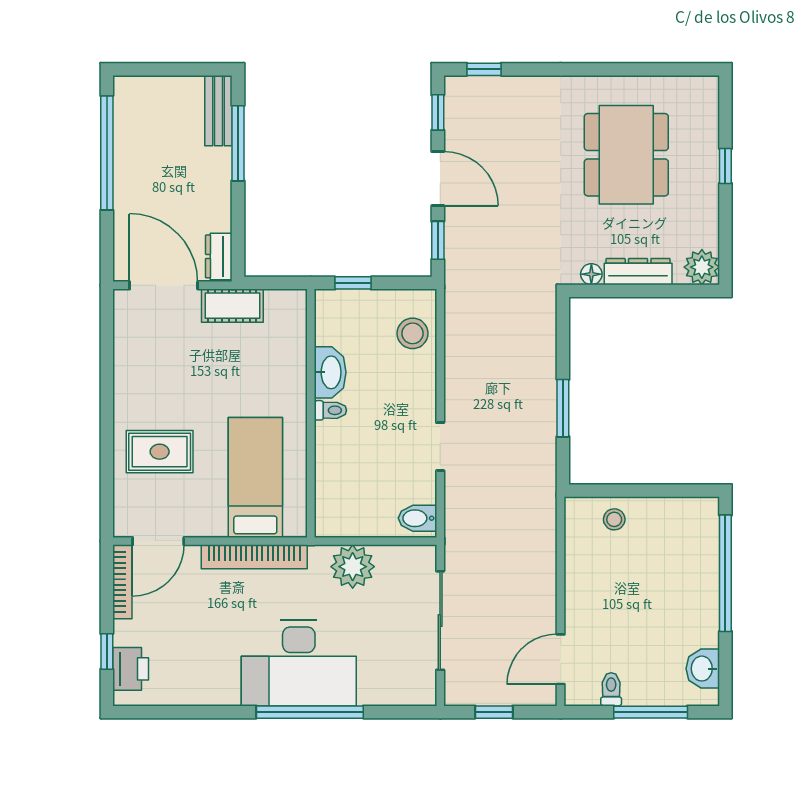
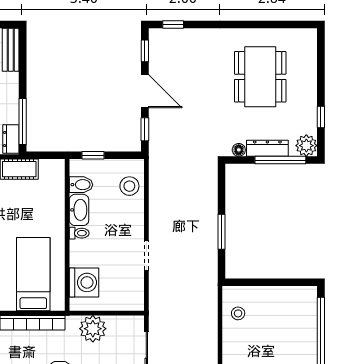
window: (238, 143) -> (23, 121), moved
window: (725, 166) -> (321, 117), moved
window: (659, 291) -> (280, 160), added
washing machine: (338, 491) -> (84, 282), added
bidet: (418, 518) -> (81, 185), moved, turned 180
stool: (614, 519) -> (238, 313), moved

